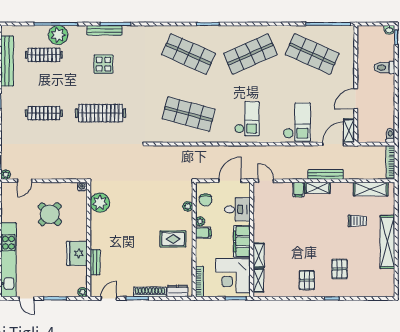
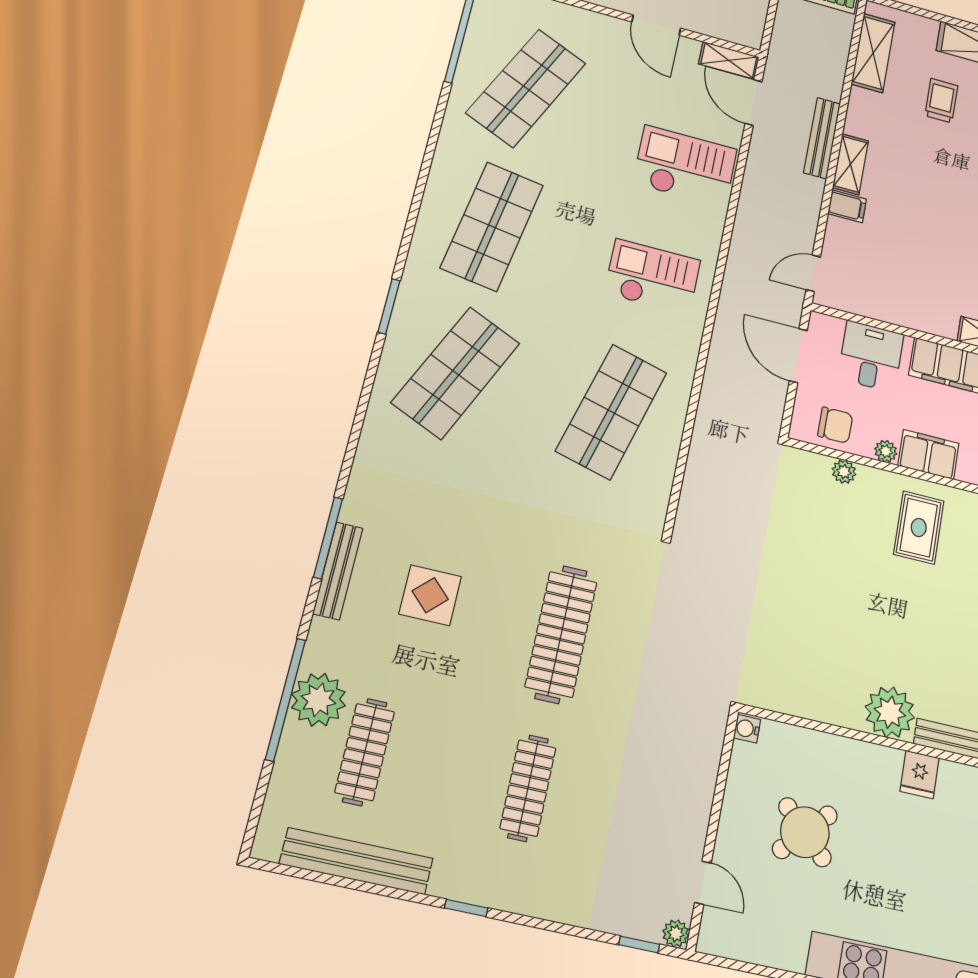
shop shelf: (250, 54) -> (492, 226), turned 33
plant: (100, 203) -> (890, 712), moved
filing cabinet: (203, 233) -> (928, 454), width x2.00
fridge: (77, 253) -> (920, 775), width x0.53, depth x0.75

